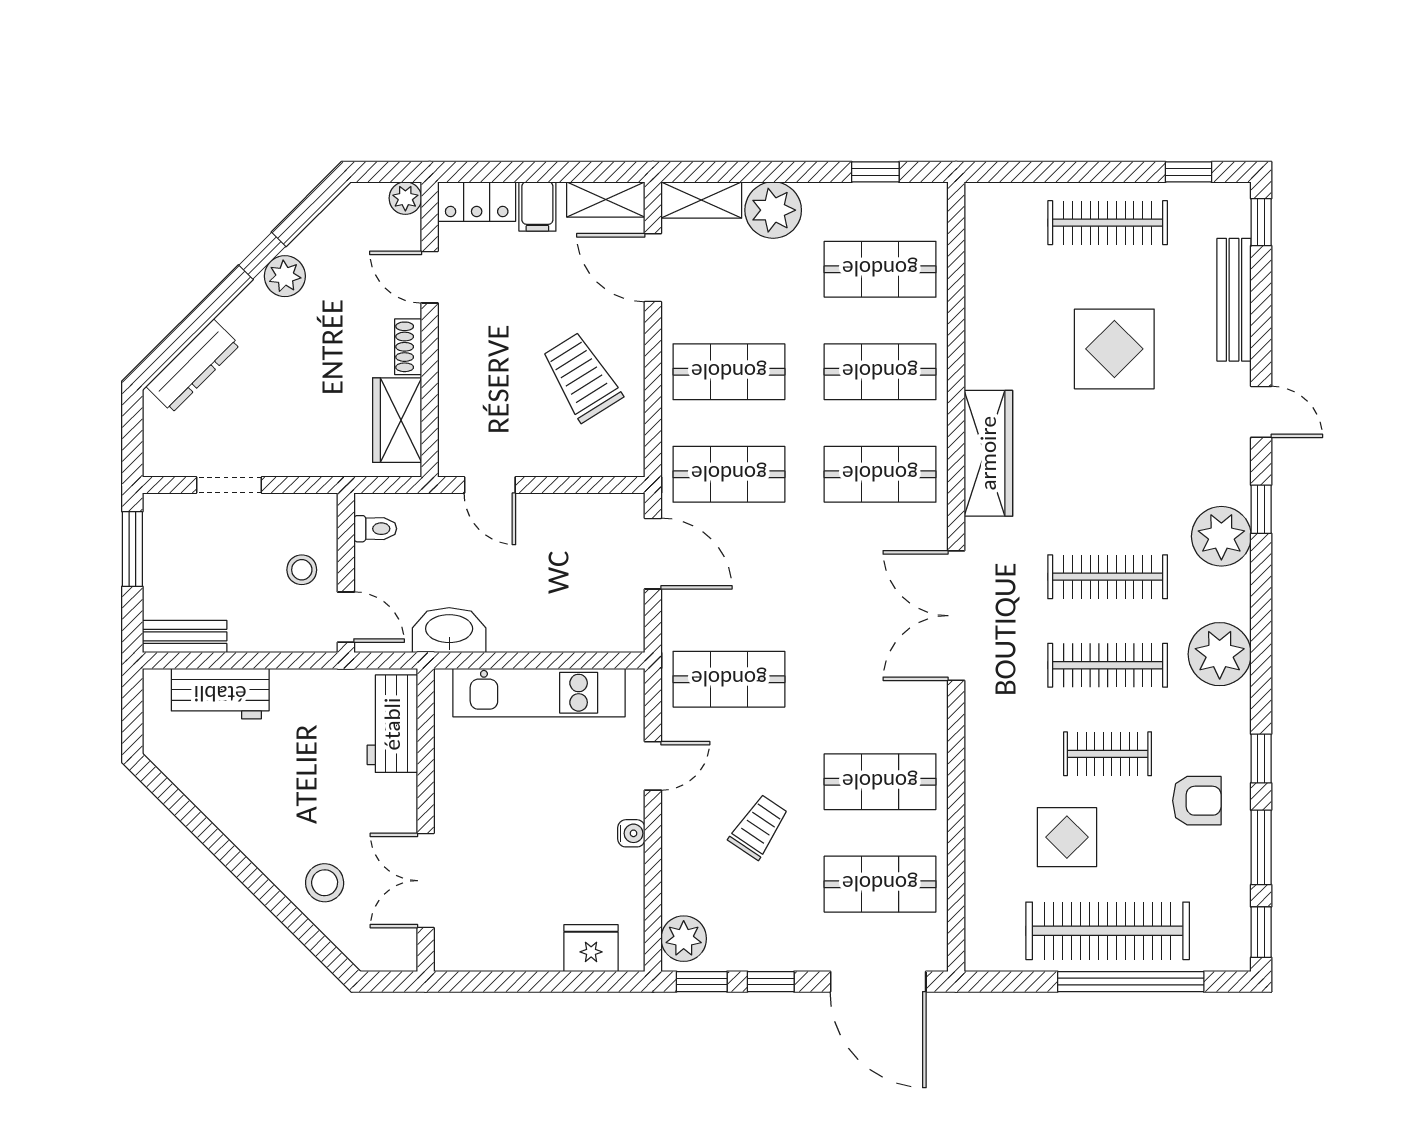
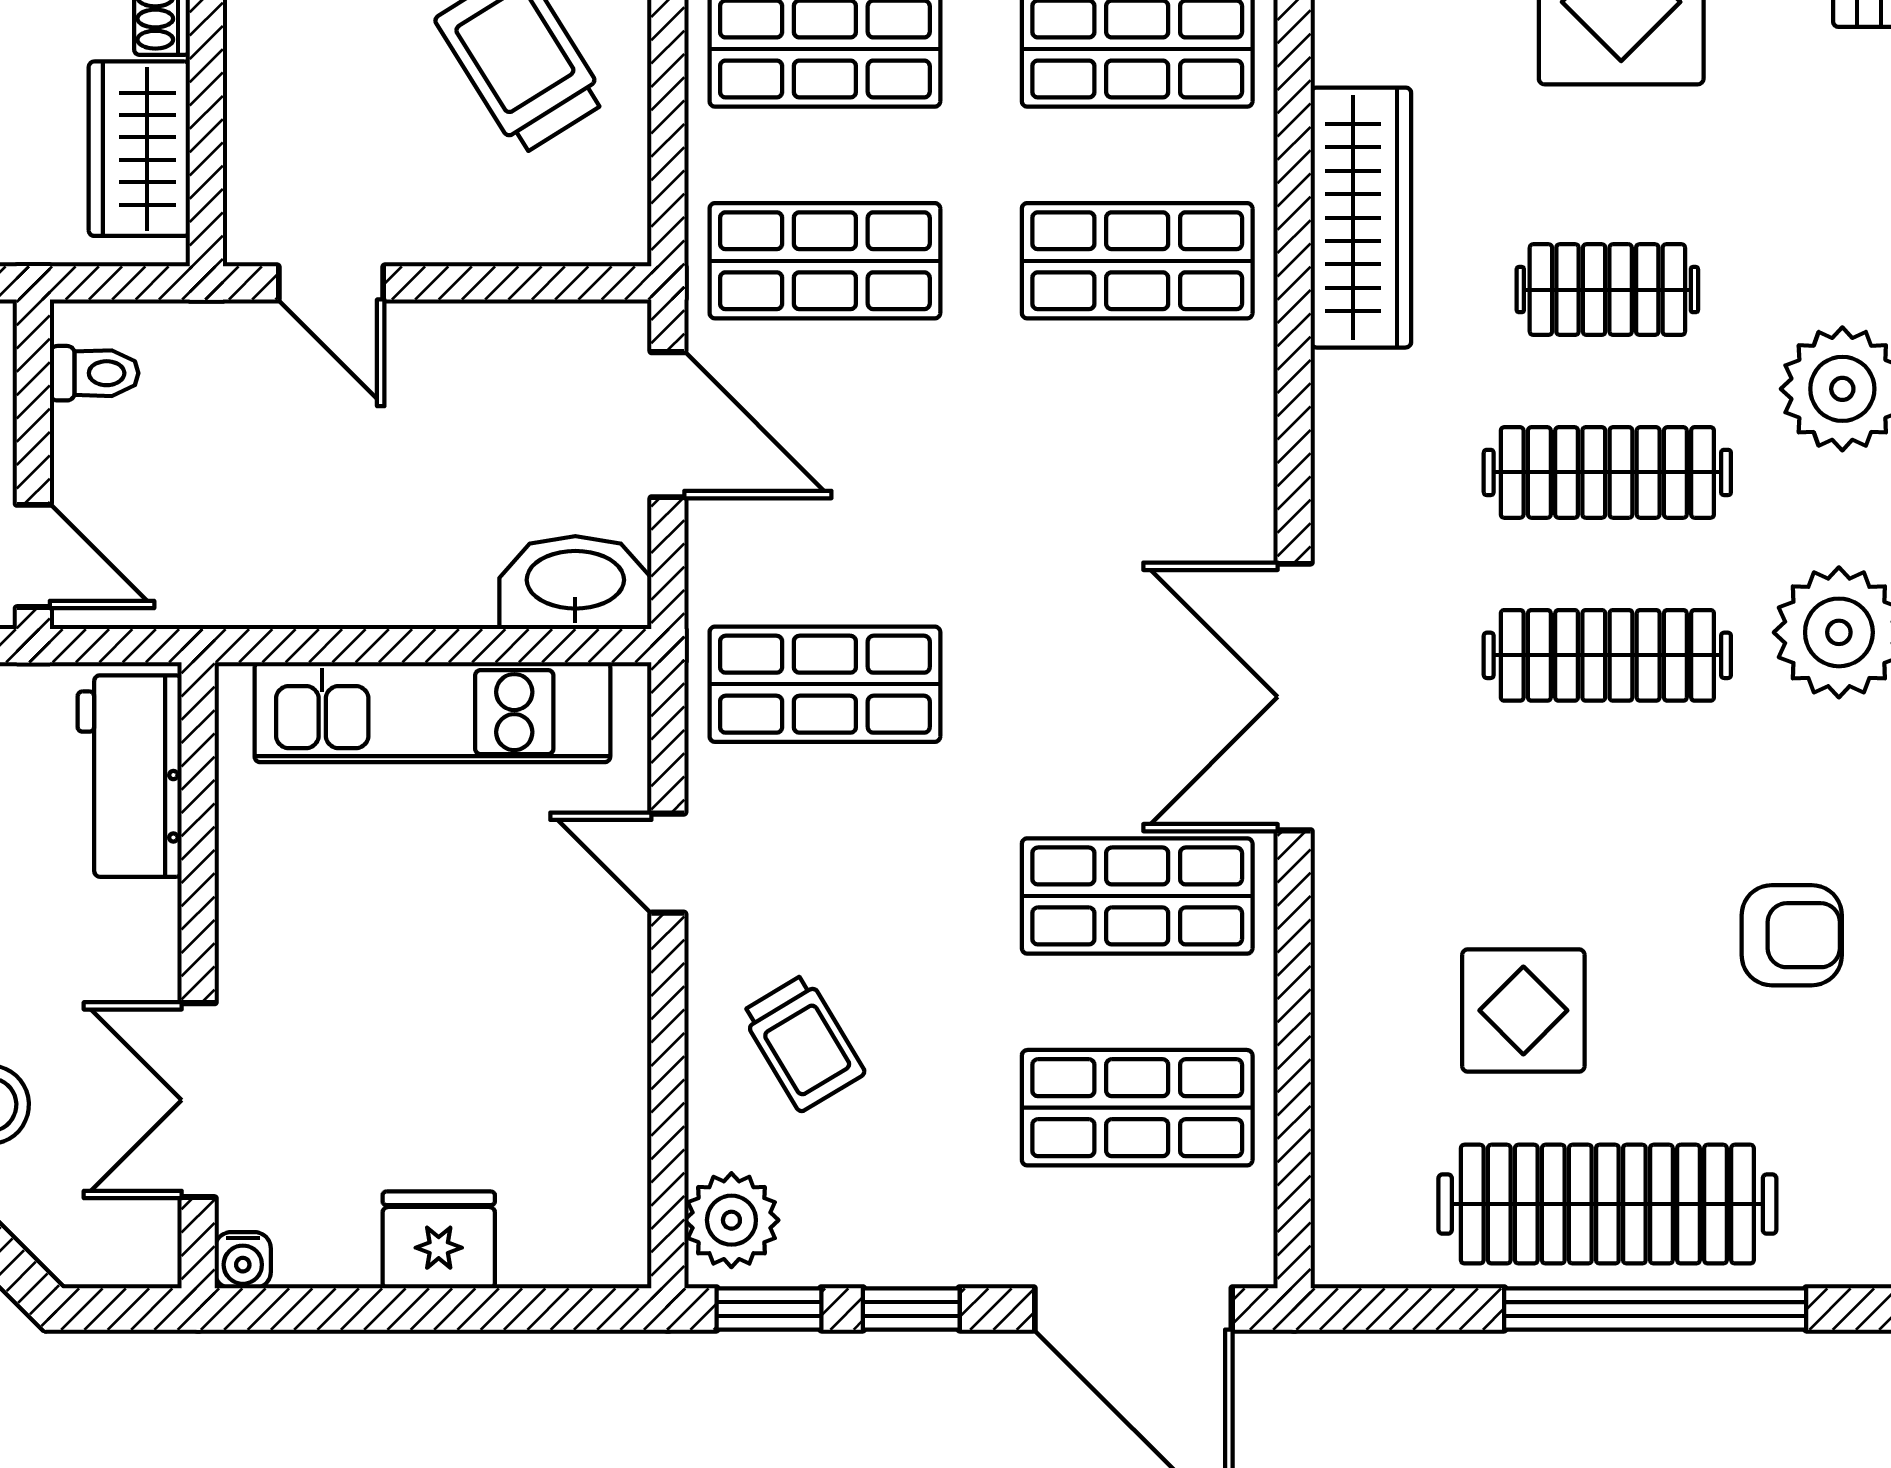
double door: (956, 616) -> (1294, 697), moved
washbasin: (449, 630) -> (575, 583), moved
clothes rail: (1108, 754) -> (1607, 290), moved
door: (653, 766) -> (668, 863), swing flipped
trolley: (759, 827) -> (803, 1043), moved, turned 115
water cooler: (631, 833) -> (243, 1260), moved, turned 90
fridge: (591, 948) -> (439, 1240), moved

